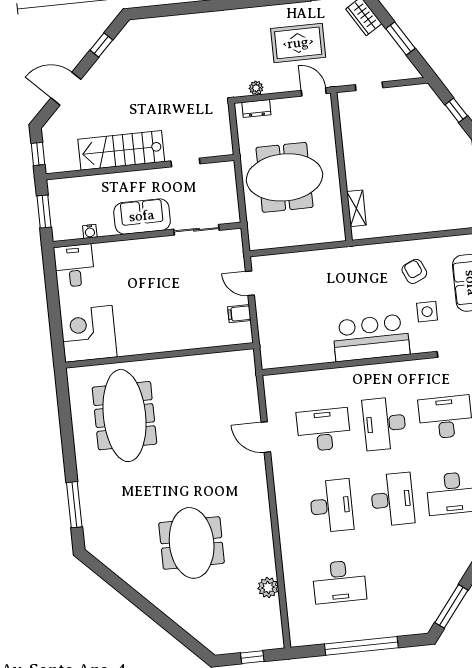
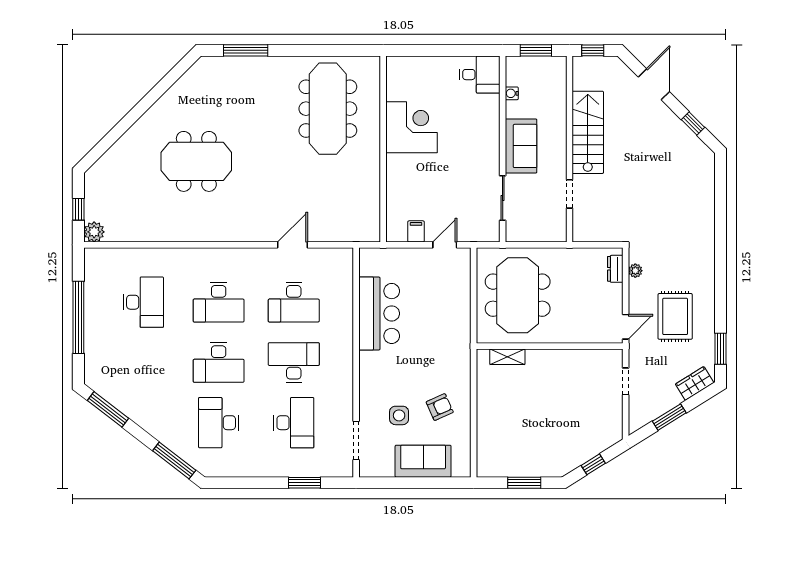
meeting table: (284, 177) -> (518, 295), moved
corner desk: (89, 334) -> (412, 127), moved
bar counter: (371, 338) -> (379, 313), moved
meeting table: (124, 416) -> (328, 109), turned 90
desk: (324, 430) -> (294, 302), turned 90
desk: (339, 582) -> (143, 302), turned 180
plant: (268, 587) -> (94, 232), moved

